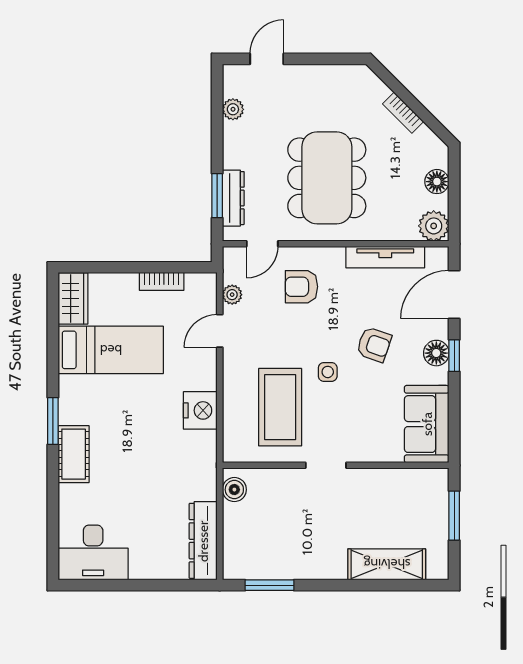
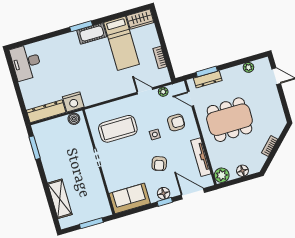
armchair: (301, 287) -> (176, 123), turned 90
side table: (328, 372) -> (155, 134), moved
nightstand: (200, 410) -> (73, 102), moved
cot: (74, 454) -> (92, 33), moved

